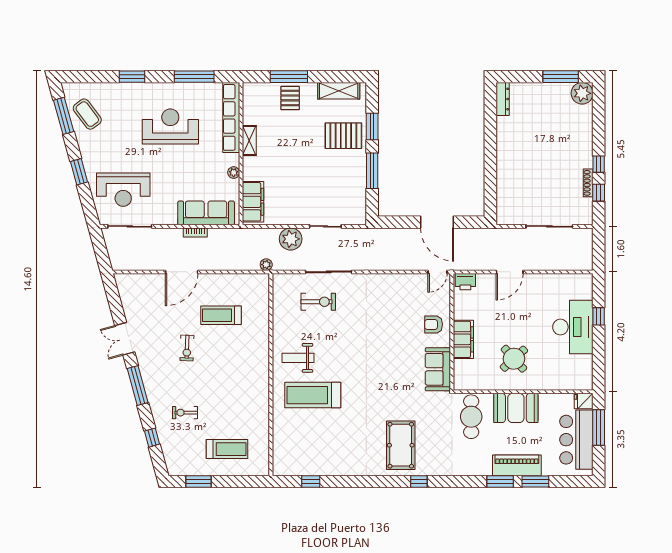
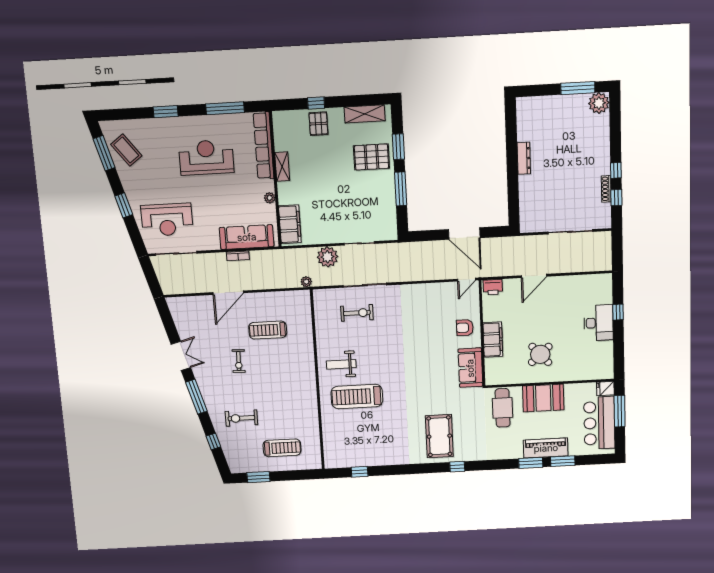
window: (289, 77) -> (316, 103), width x0.46
dresser: (503, 99) -> (524, 158), moved
desk: (573, 327) -> (598, 323), width x0.73, depth x0.77
double door: (125, 339) -> (181, 356), swing flipped
exercise bike: (185, 413) -> (241, 418), width x1.38, depth x1.39

